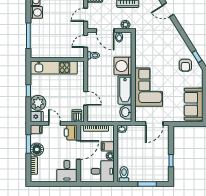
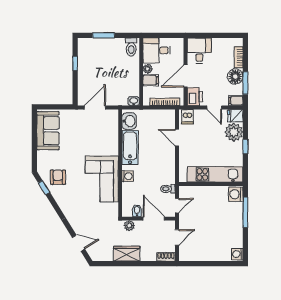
washing machine: (36, 12) -> (236, 194), moved
washing machine: (123, 66) -> (128, 176), width x0.53, depth x0.53
corner sofa: (149, 87) -> (102, 179), moved

